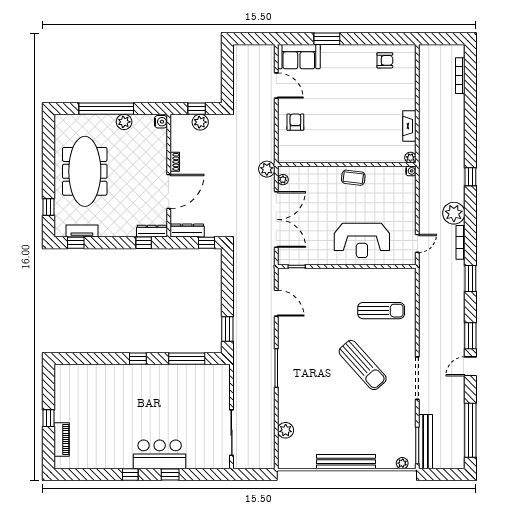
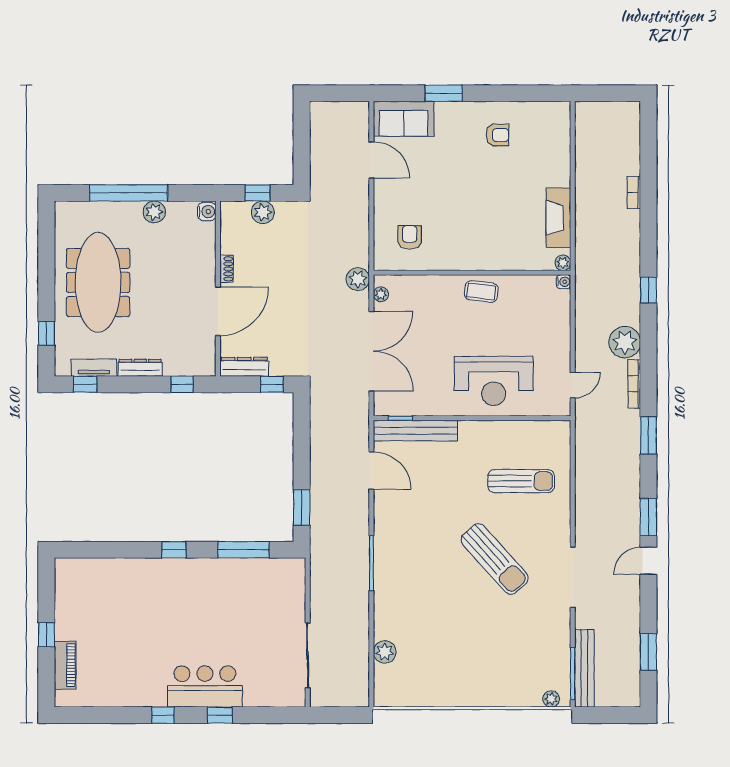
armchair: (385, 60) -> (497, 135), moved
bookcase: (460, 76) -> (634, 192), moved, width x0.64
armchair: (295, 122) -> (410, 237), moved
fireplace: (409, 126) -> (558, 218), width x1.37, depth x1.32
dresser: (152, 231) -> (140, 368), moved
window: (470, 430) -> (648, 652), width x0.47
bench: (346, 462) -> (415, 431), moved

